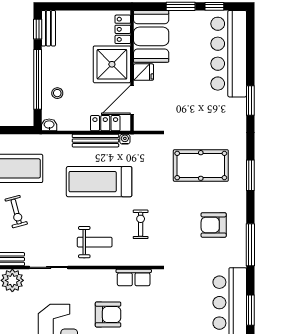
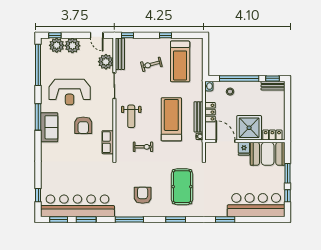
locker: (105, 123) -> (210, 112), moved

